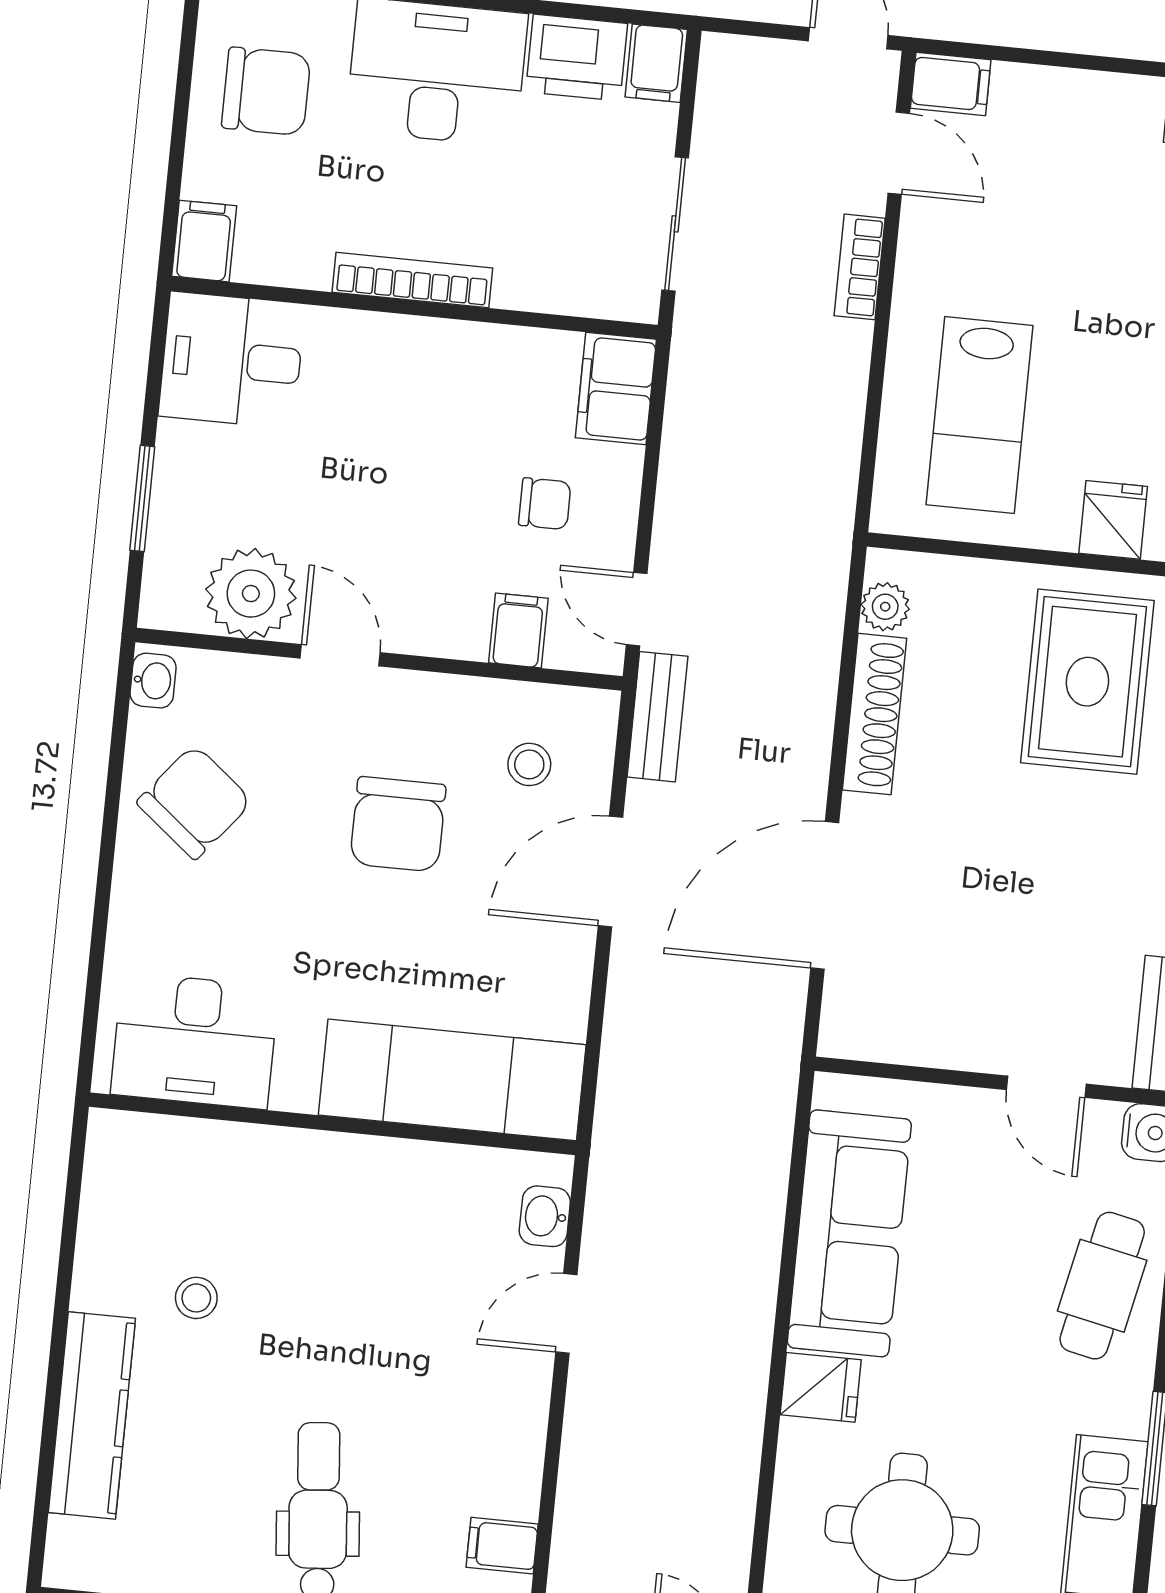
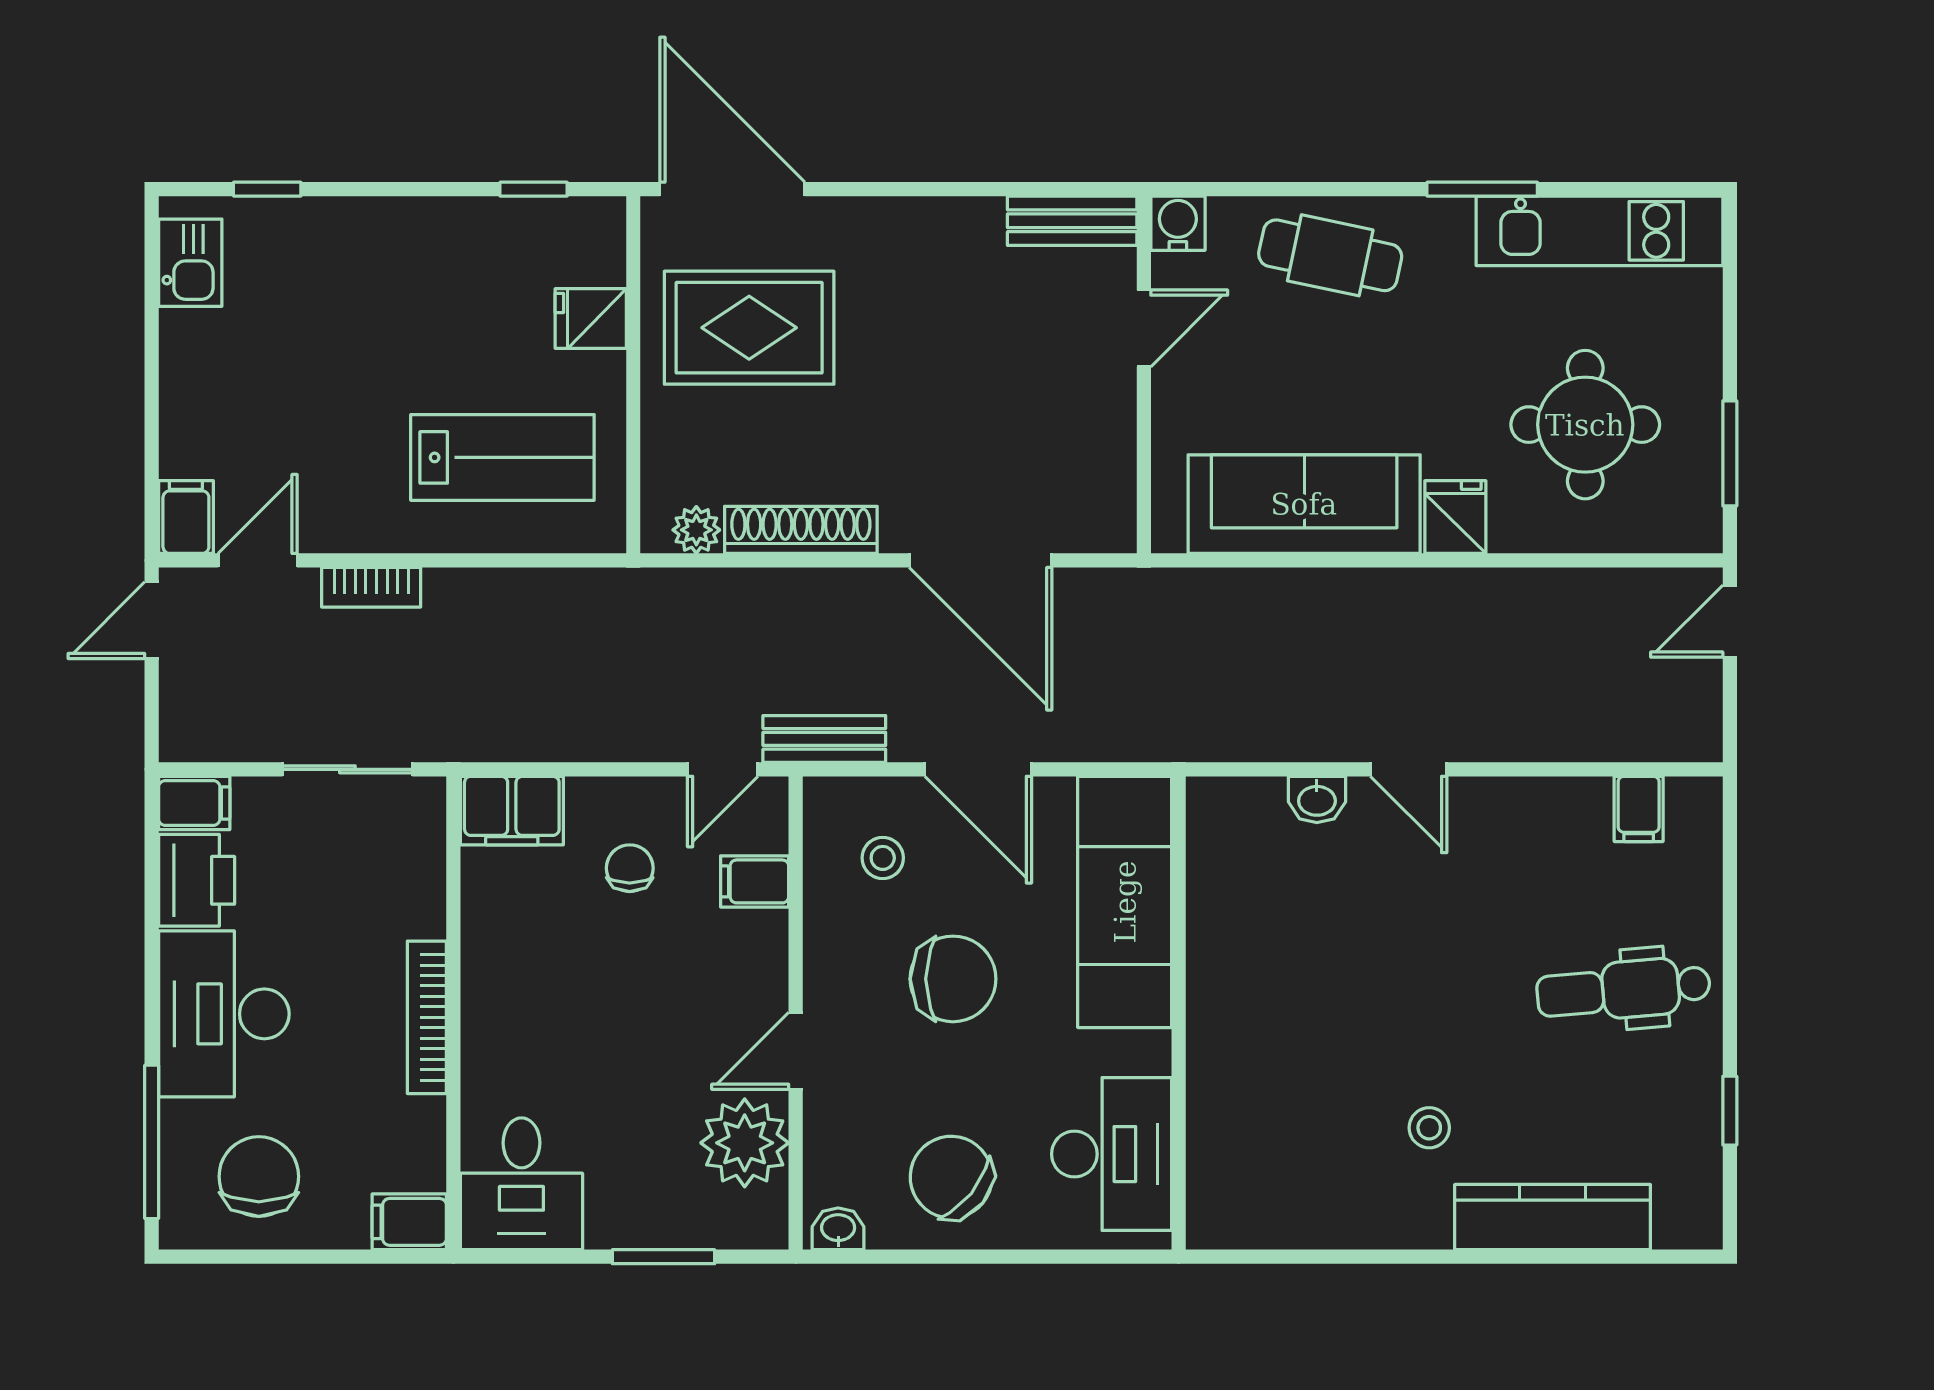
desk: (195, 1041) -> (1112, 1154), moved
exam couch: (452, 1080) -> (1125, 902), moved
wall: (333, 1124) -> (1179, 1013), moved

